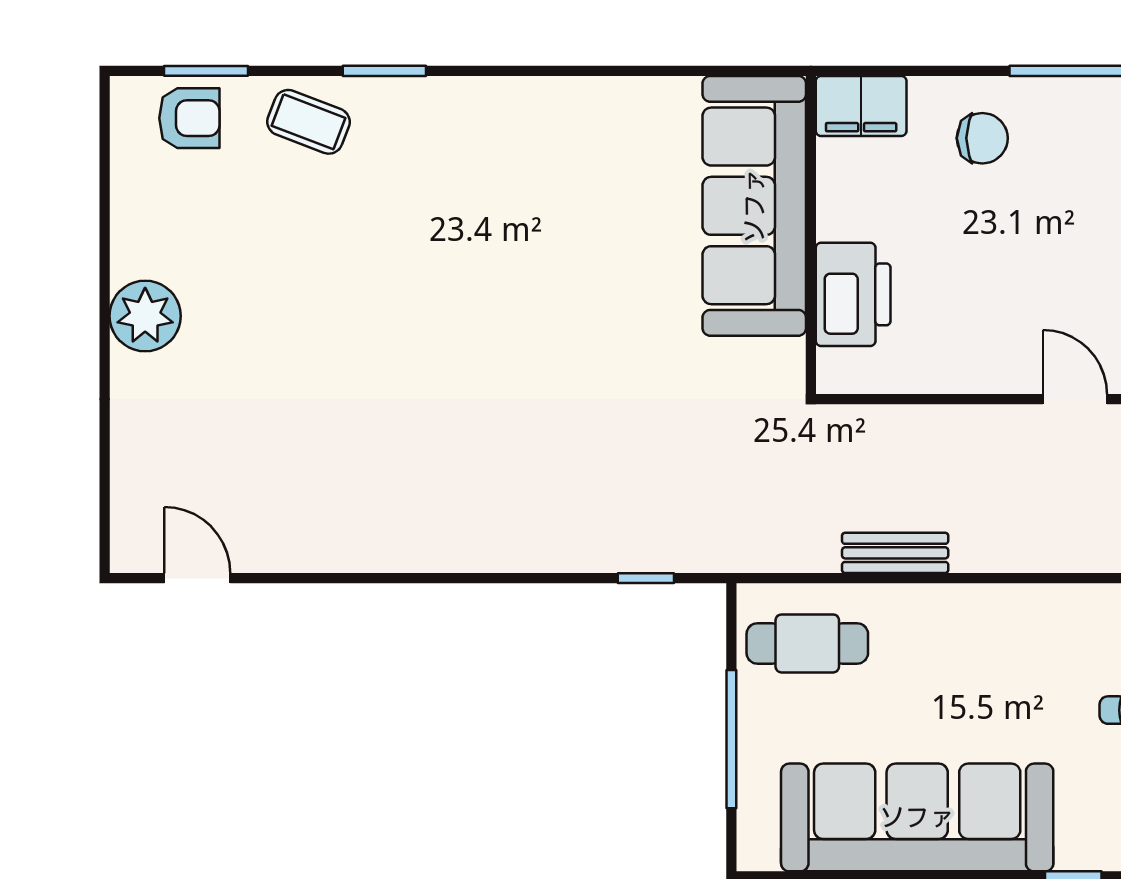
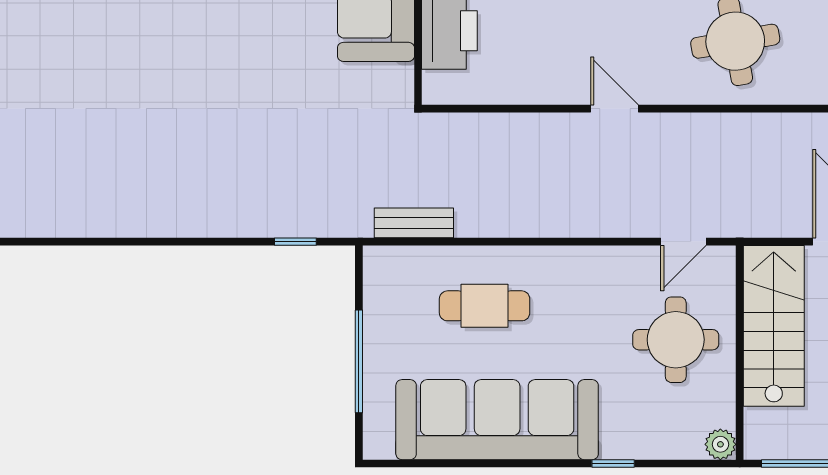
bench: (895, 553) -> (414, 223), moved
cafe table: (807, 643) -> (485, 306), moved

